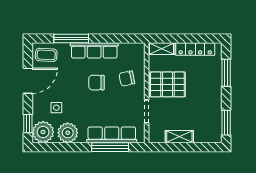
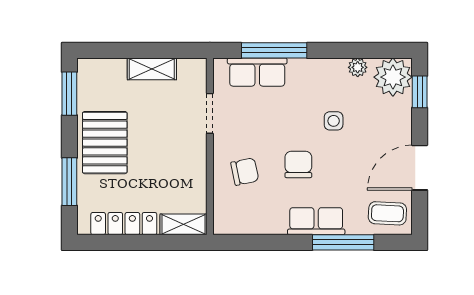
row of seats: (94, 50) -> (316, 221), width x0.68
chair: (97, 83) -> (298, 164), turned -90
pallet: (167, 84) -> (105, 143), moved, turned 90
side table: (56, 108) -> (334, 121), moved
plant: (68, 133) -> (358, 67), width x0.53, depth x0.53
row of seats: (112, 135) -> (257, 72), width x0.68

